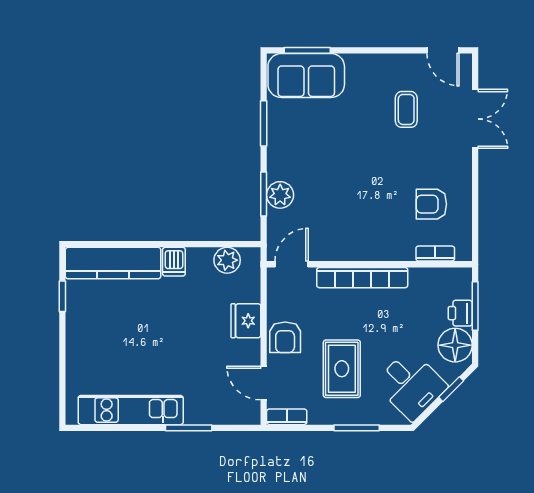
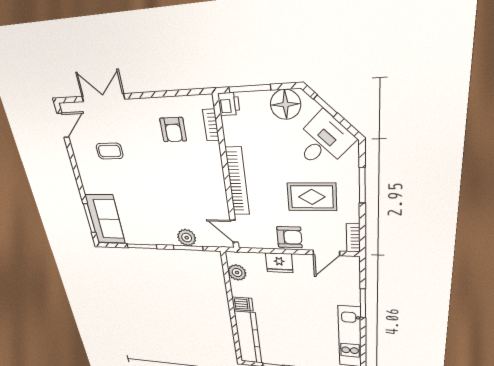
printer: (460, 313) -> (229, 104), moved, turned -90

